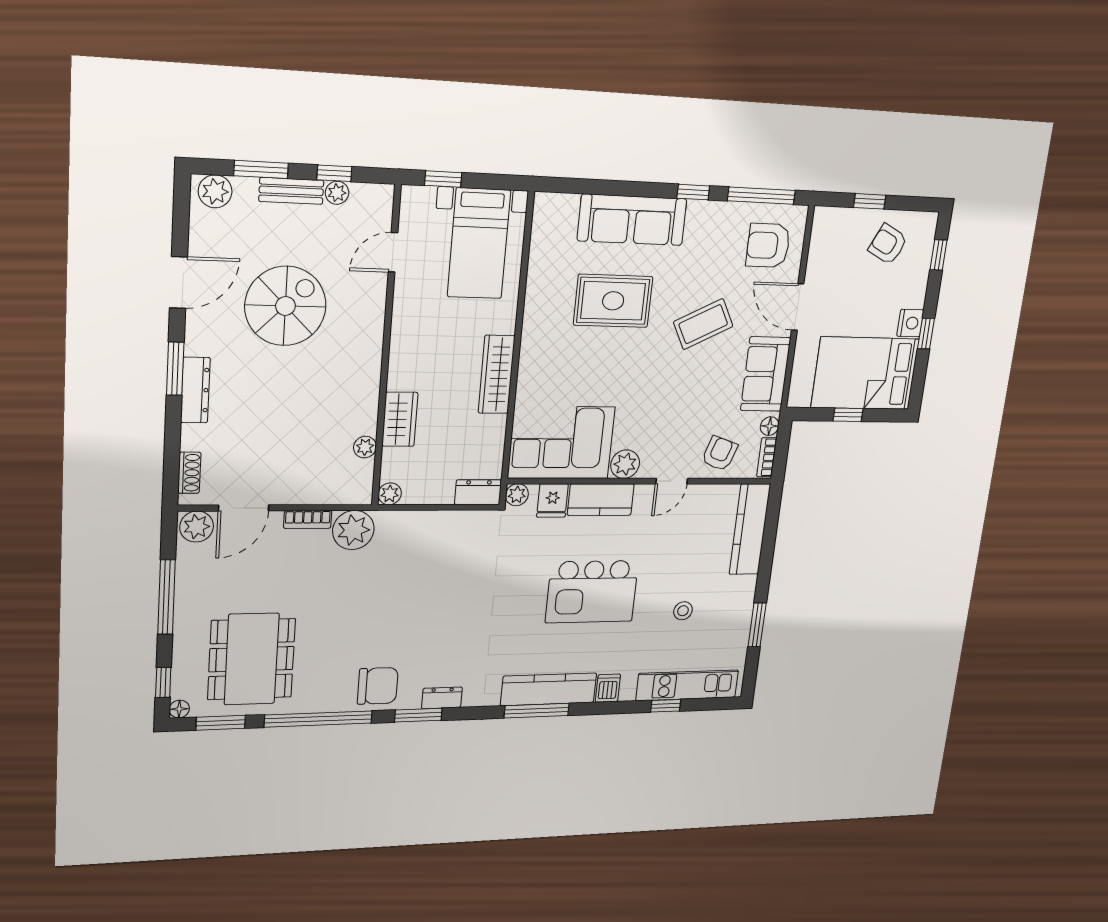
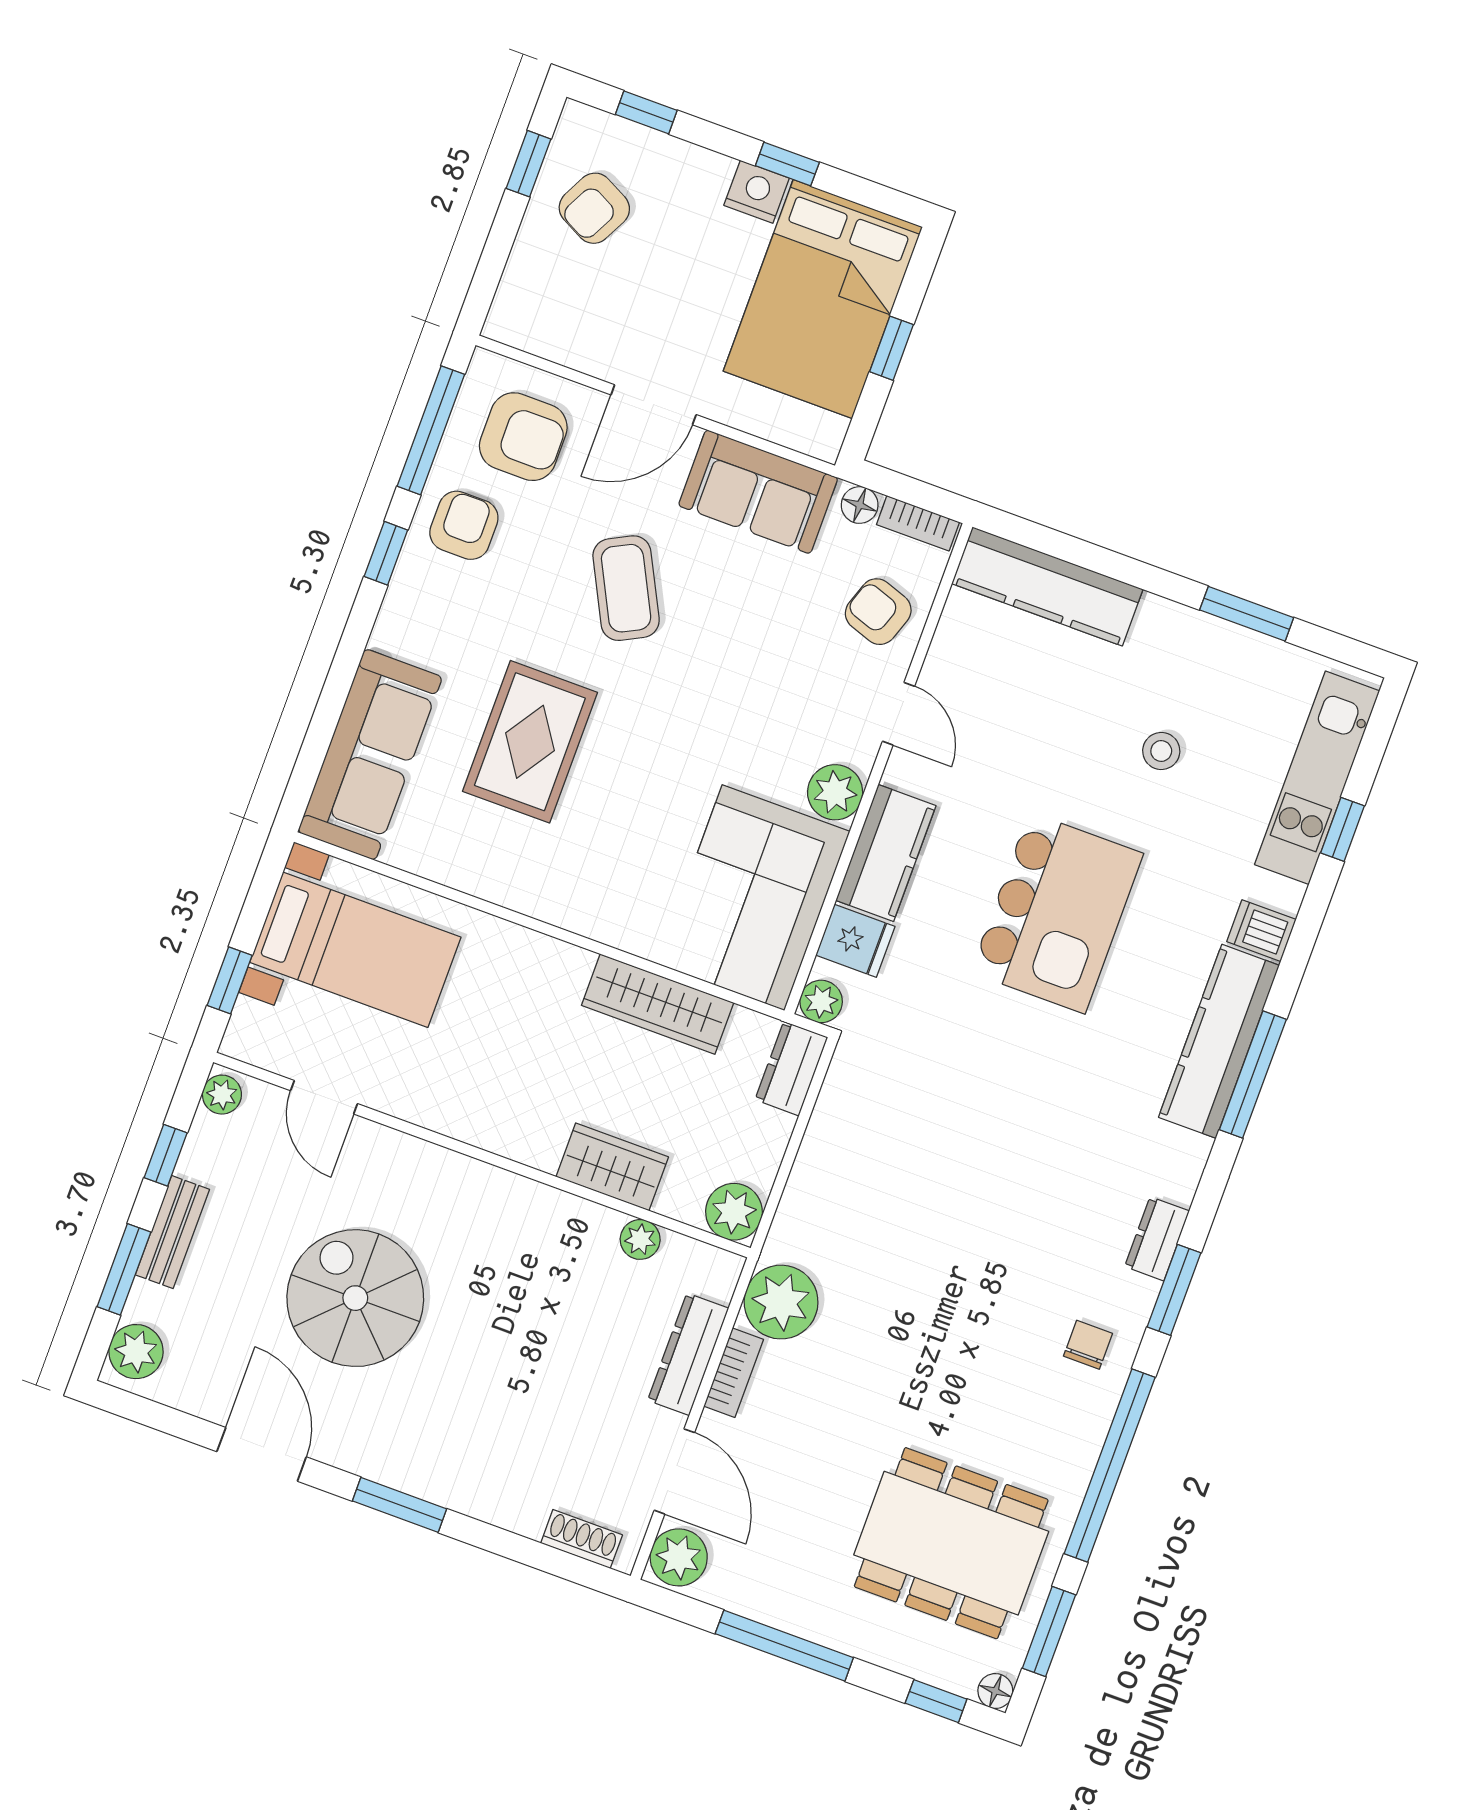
plant: (337, 193) -> (222, 1095), moved
window: (870, 201) -> (529, 164), moved
sofa: (632, 220) -> (370, 755), moved
armchair: (717, 229) -> (464, 525), added
armchair: (768, 245) -> (523, 437), turned -90
wardrobe: (497, 375) -> (658, 1004), moved
dresser: (195, 390) -> (688, 1354), moved, turned -90
plant: (390, 494) -> (734, 1212), width x1.38, depth x1.38
chair: (378, 686) -> (1088, 1345), width x0.54, depth x0.54

